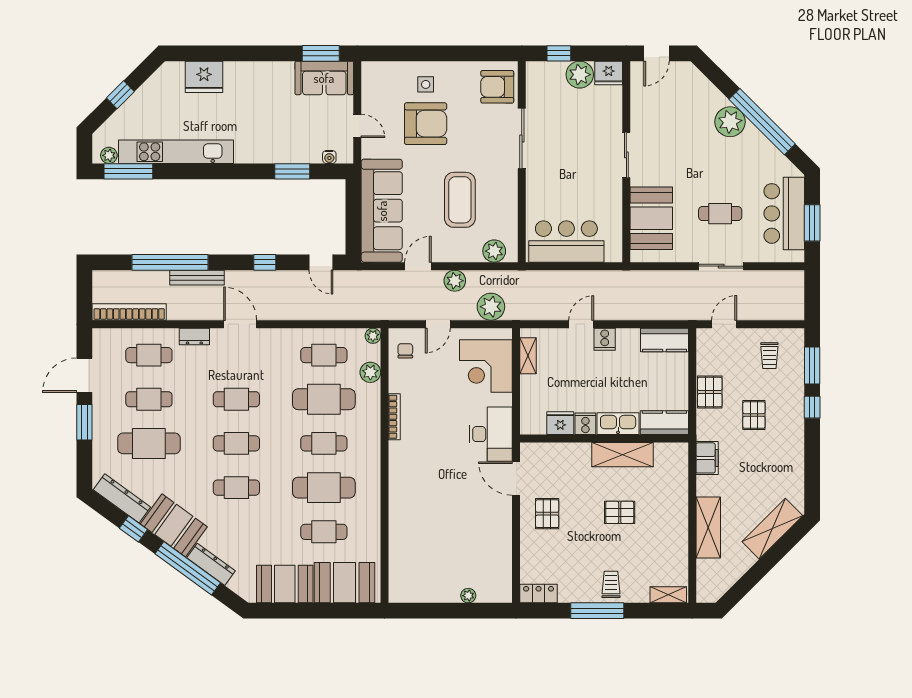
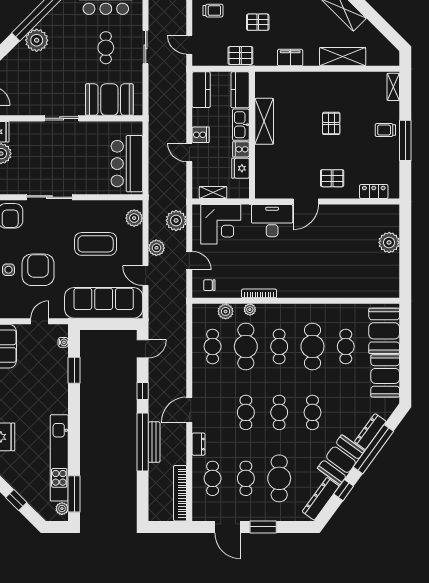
window: (170, 262) -> (143, 442), moved
plant: (373, 336) -> (250, 310), moved
fridge: (560, 423) -> (240, 168), moved
kitchen counter: (664, 423) -> (240, 90), moved
cooker: (585, 424) -> (241, 149), moved
kitchen sink: (618, 424) -> (241, 125), moved
wall: (604, 438) -> (252, 135), moved
shelving: (622, 455) -> (264, 121), moved
locker: (539, 594) -> (374, 192), moved, turned 90
plant: (468, 596) -> (389, 242), width x1.88, depth x1.88

